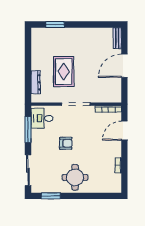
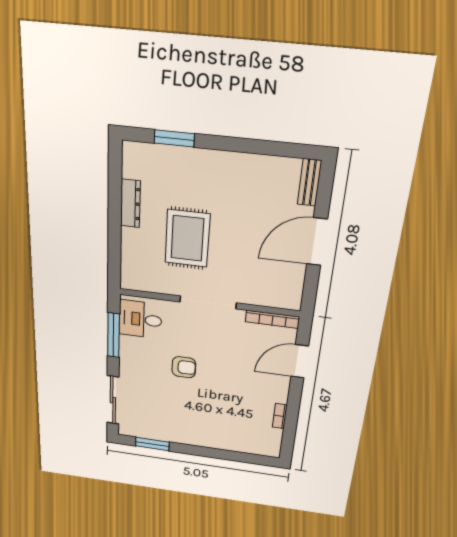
dresser: (36, 82) -> (130, 203), moved
round table: (75, 177) -> (197, 423), removed

